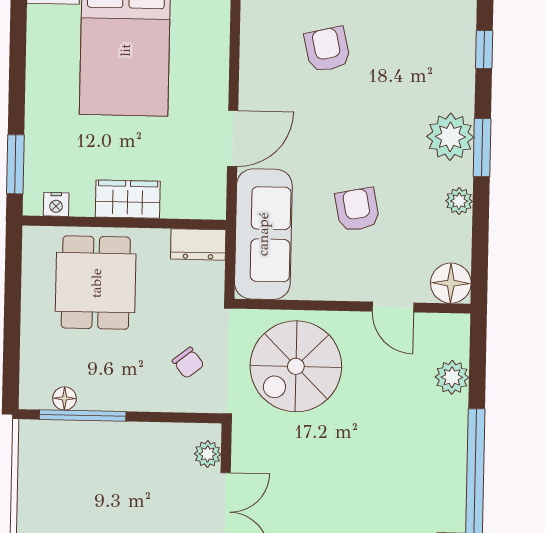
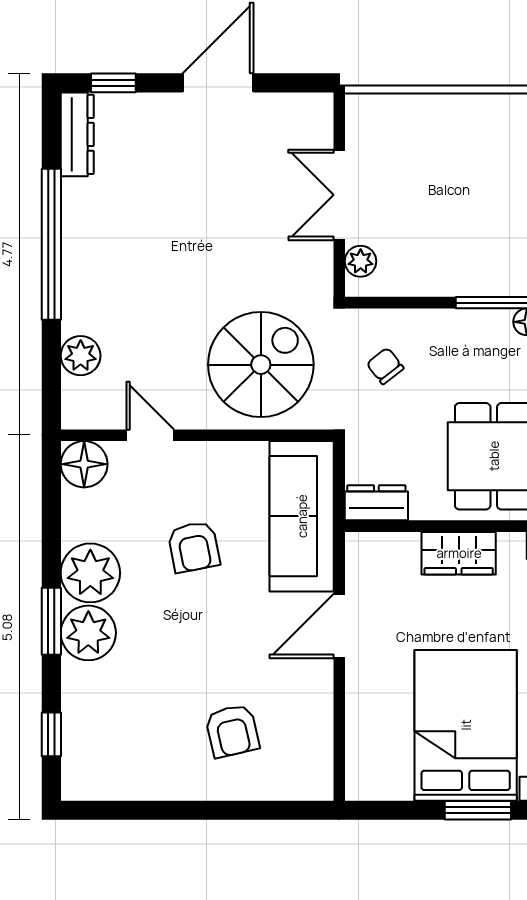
plant: (459, 201) -> (90, 573), width x1.88, depth x1.88

